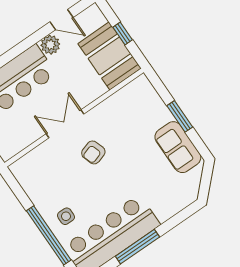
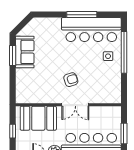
booth: (110, 56) -> (38, 118), moved, turned 90
window: (180, 116) -> (13, 55), moved

